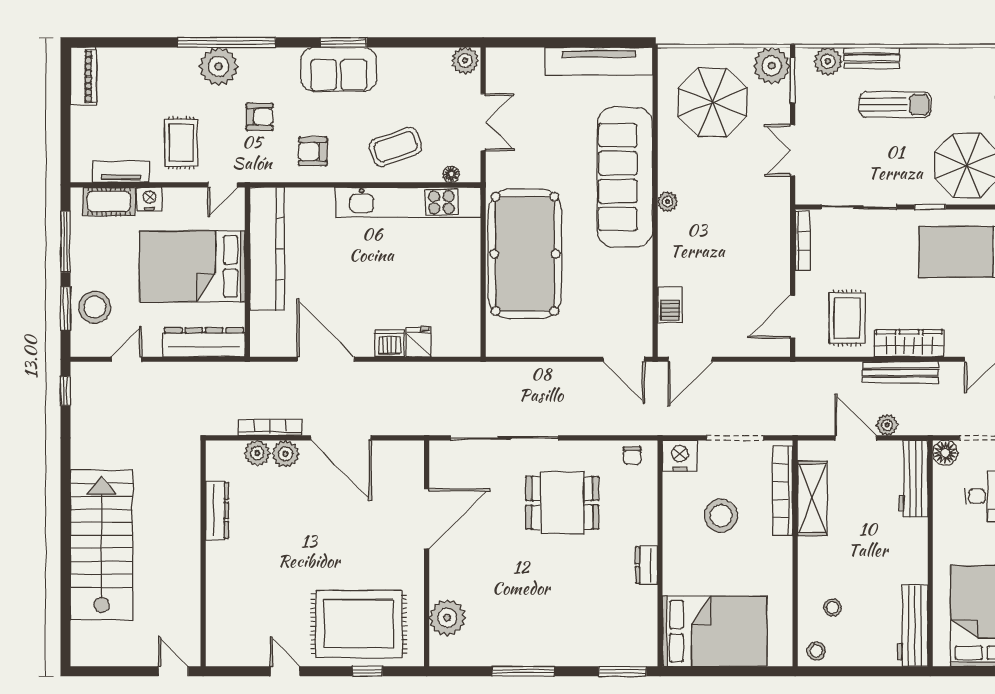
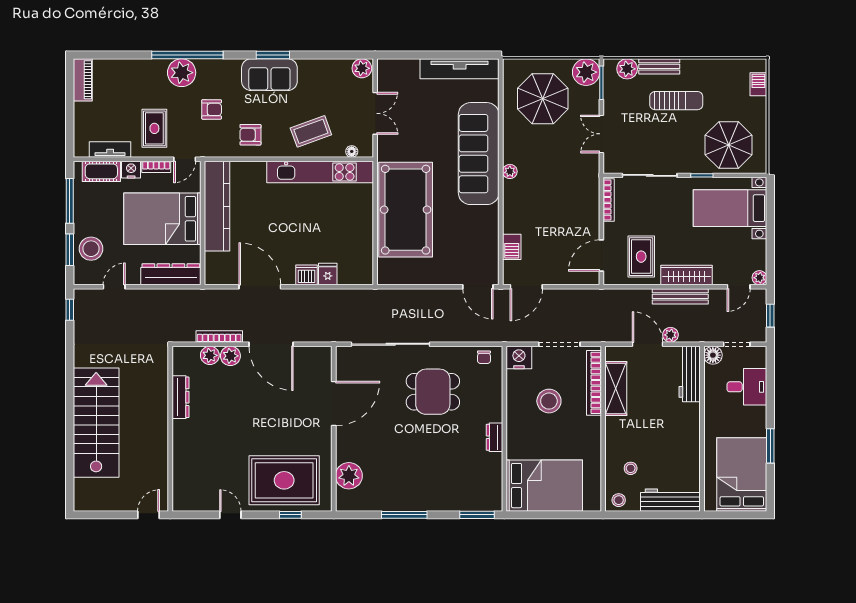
bookcase: (184, 195) -> (156, 167), added
workbench: (912, 626) -> (670, 500), moved, turned 90
door: (173, 671) -> (149, 515), hinge flipped

